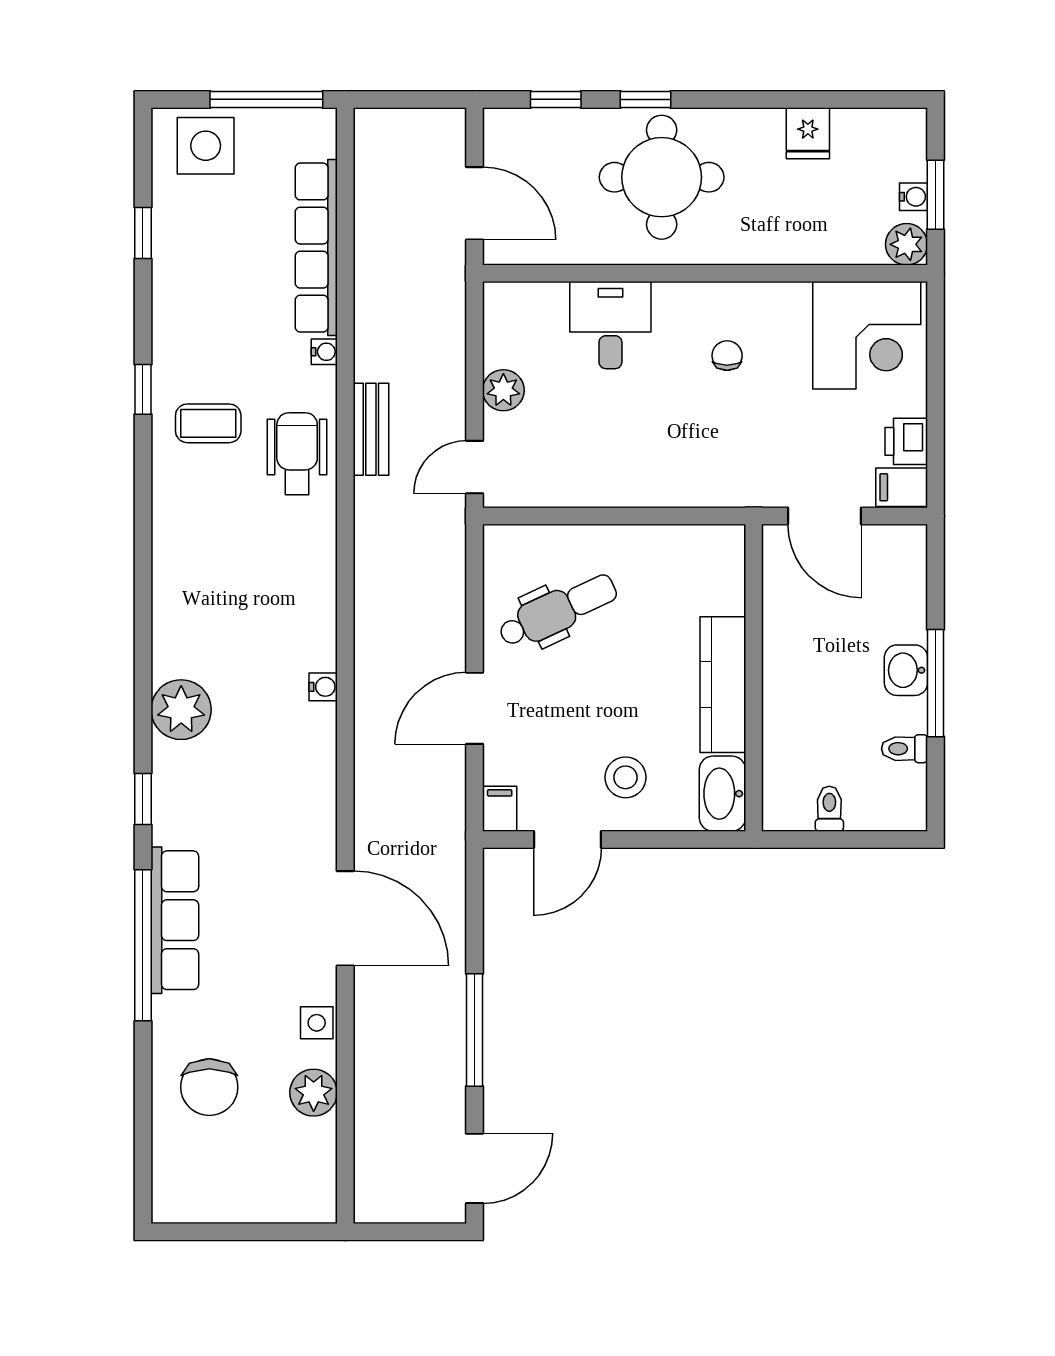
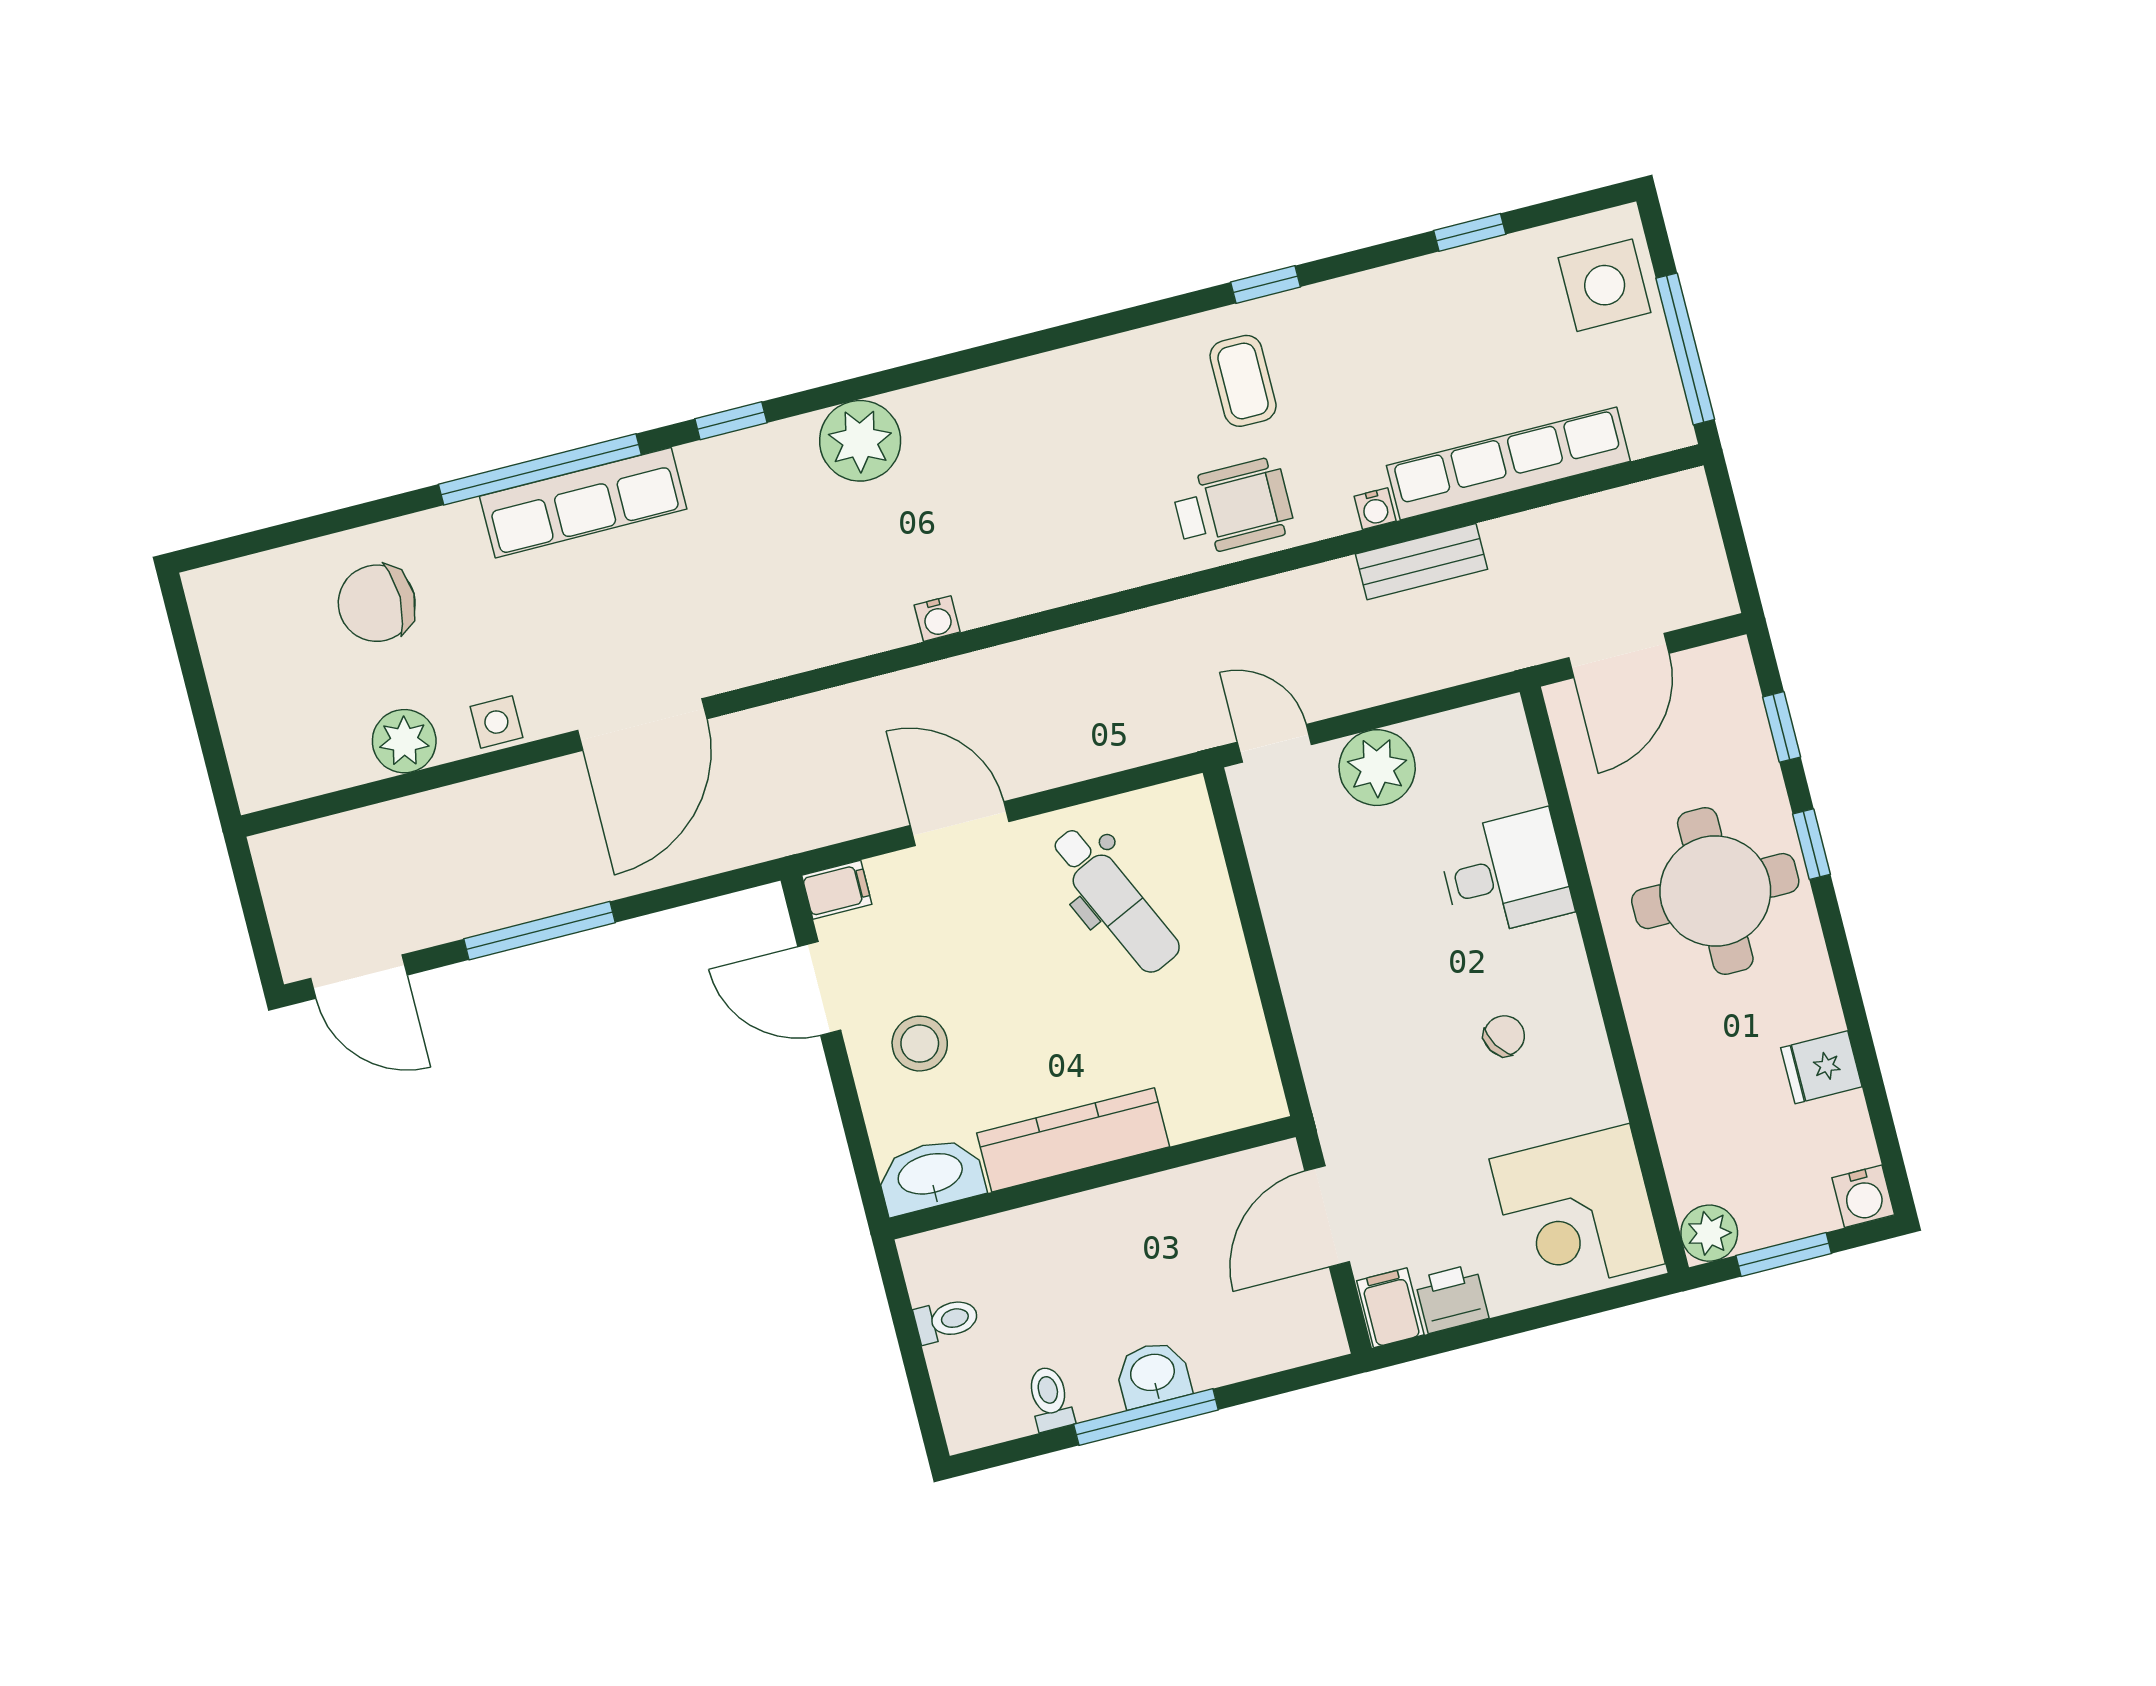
water cooler: (914, 197) -> (1863, 1196), moved, width x1.38, depth x1.38
chair: (727, 356) -> (1504, 1036), turned -32
plant: (503, 390) -> (1377, 768), width x1.36, depth x1.36
bench: (371, 429) -> (1422, 562), moved

